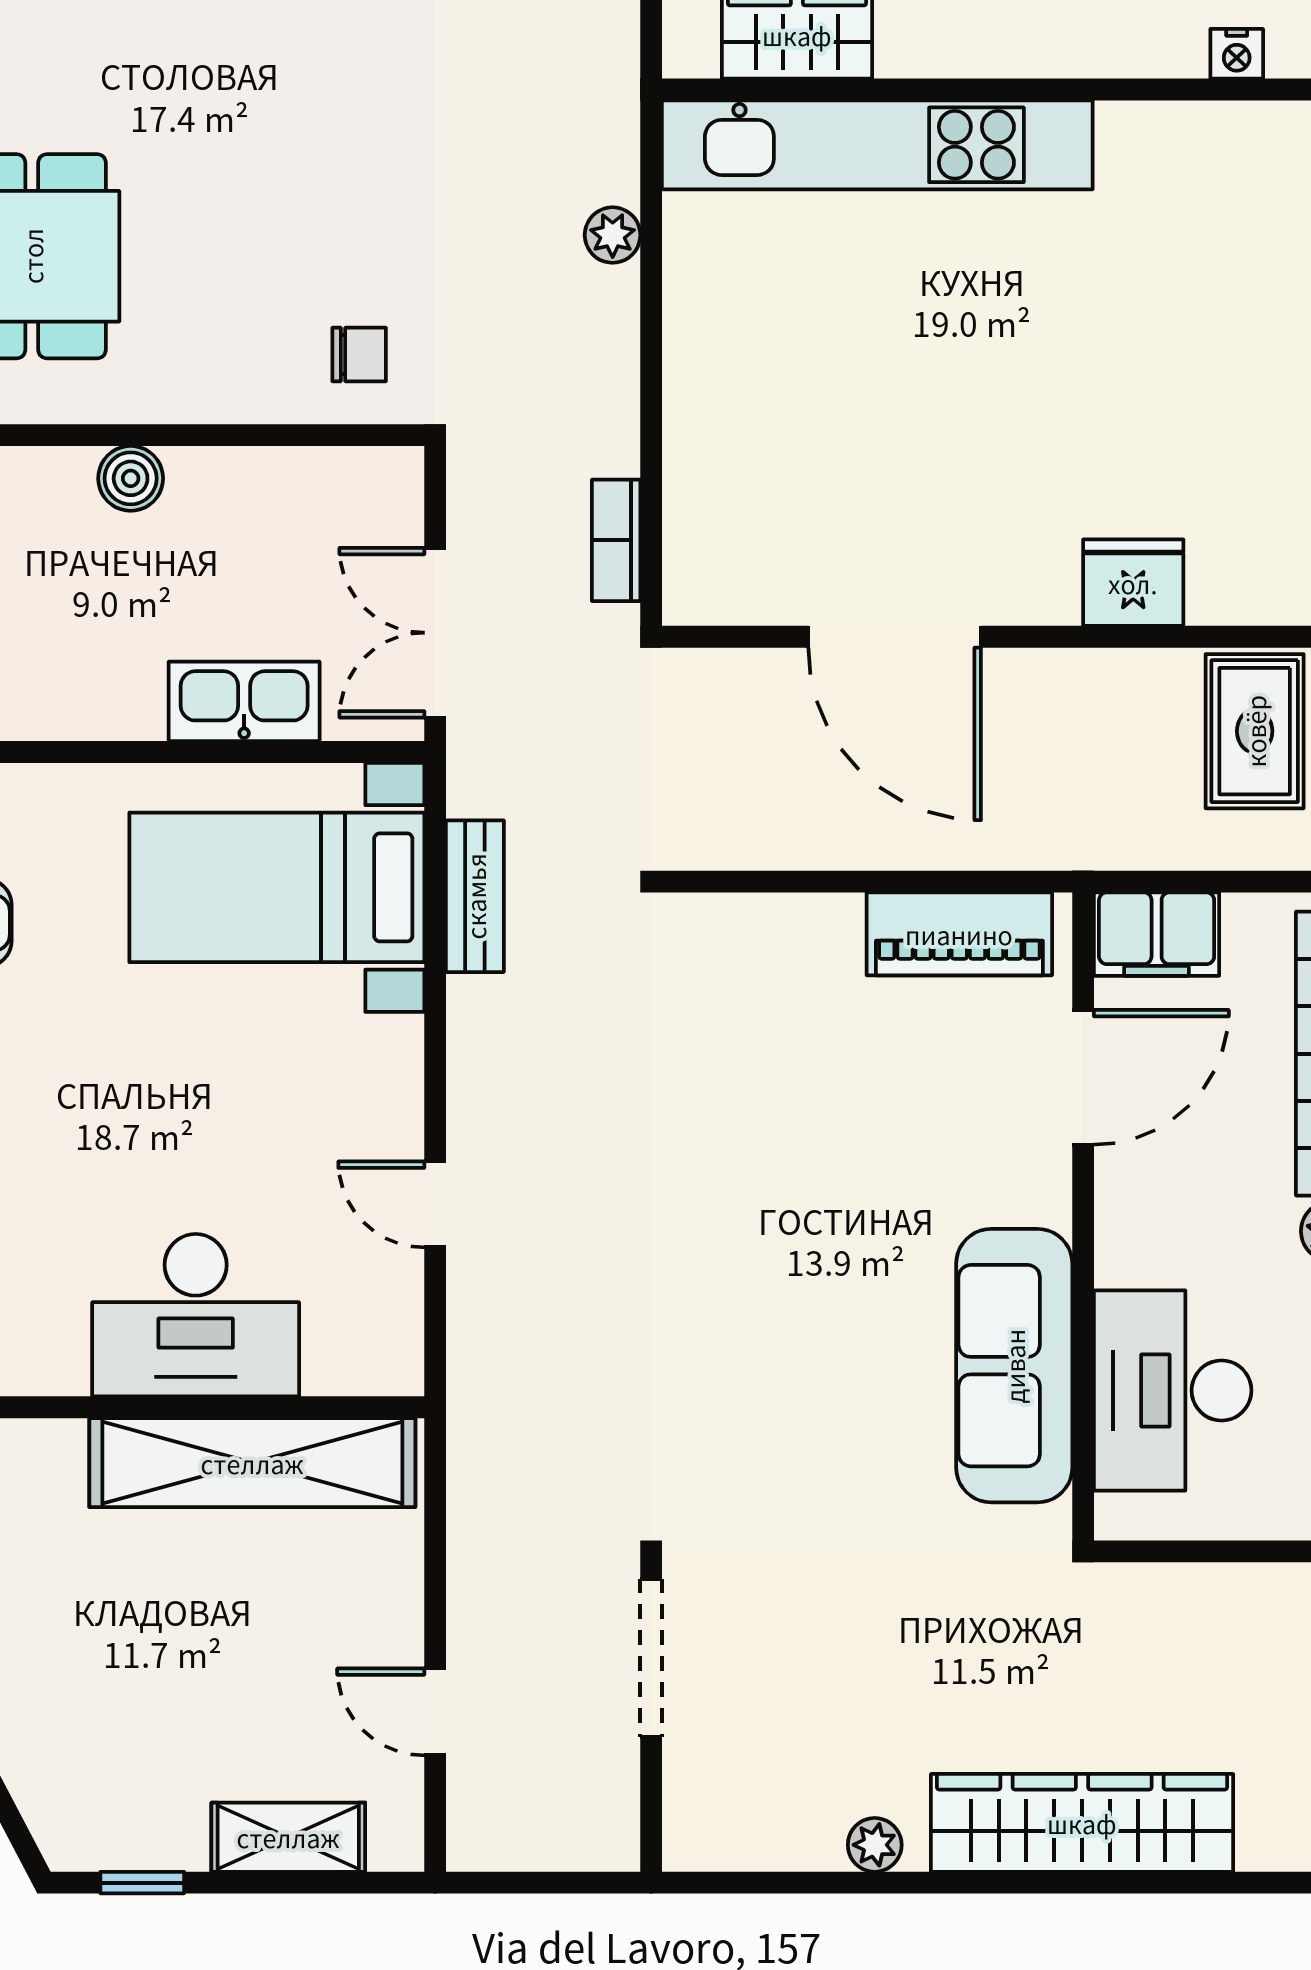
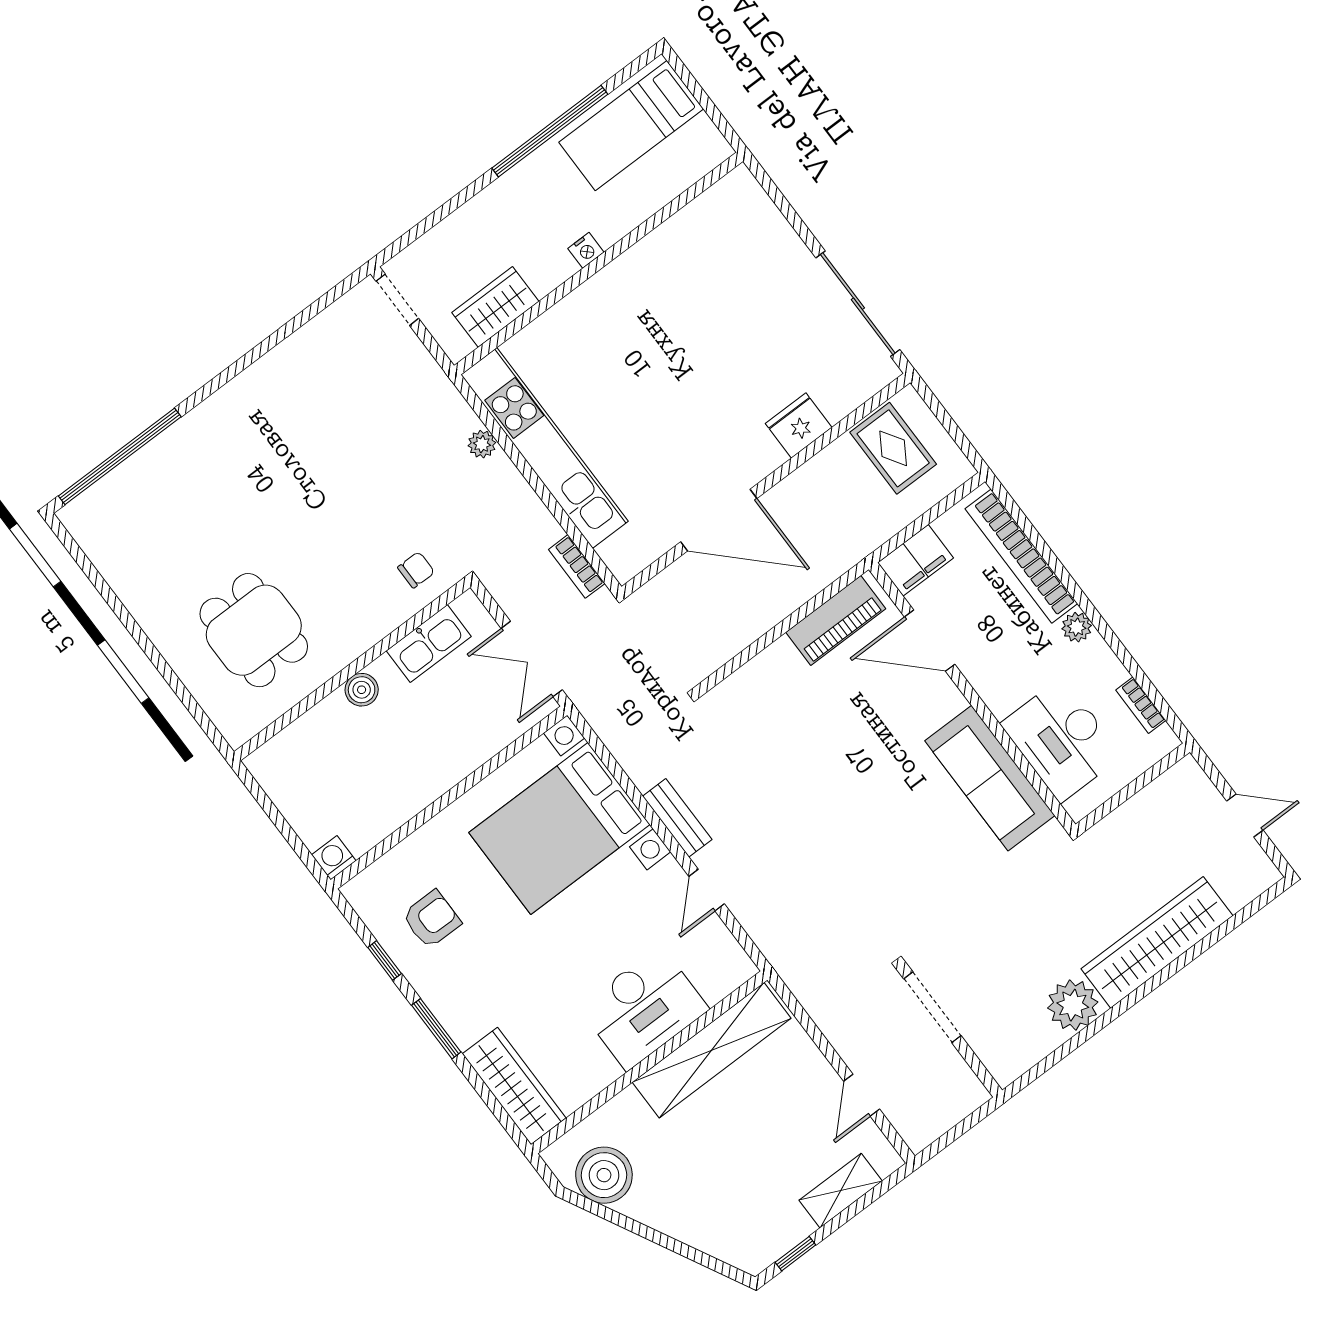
nightstand: (1237, 54) -> (586, 250), moved
kitchen unit: (877, 145) -> (545, 448), moved, turned -90
kitchen sink: (244, 701) -> (429, 644), moved, turned 180
bed with nightstands: (277, 887) -> (559, 829), width x1.36
bench: (475, 896) -> (677, 818), moved
door: (1083, 1077) -> (930, 641), swing flipped
door: (435, 1204) -> (707, 890), hinge flipped
door: (435, 1712) -> (862, 1095), hinge flipped
plant: (875, 1845) -> (1073, 1005), width x1.88, depth x1.88

